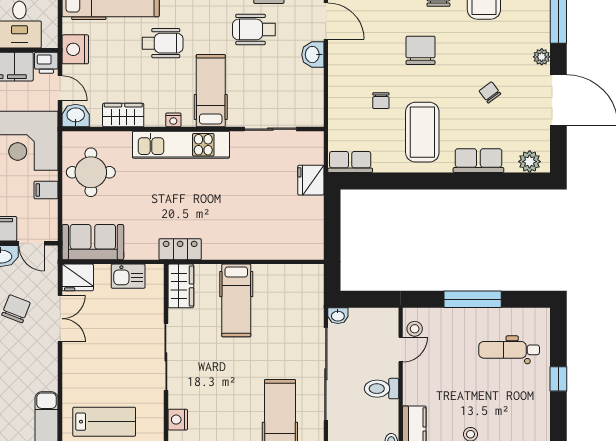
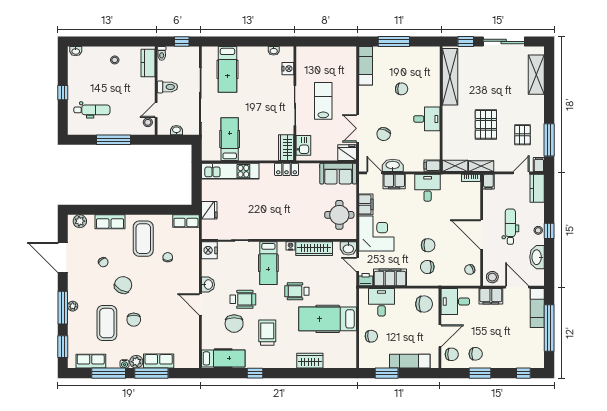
nightstand: (75, 49) -> (209, 250), moved, turned 180
chair: (421, 50) -> (123, 285), moved, turned -151
plant: (542, 57) -> (73, 306), moved
wardrobe: (123, 115) -> (314, 249), width x1.50
kitchen unit: (181, 145) -> (230, 171), moved, turned 180
filing cabinet: (46, 190) -> (366, 204), width x2.00
kitchen sink: (128, 276) -> (303, 145), moved, turned 90
hospital bed: (236, 300) -> (230, 139), moved
washbasin: (338, 316) -> (176, 130), moved
lab bench: (104, 422) -> (323, 101), moved, turned 90

